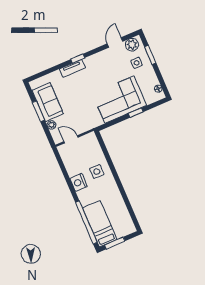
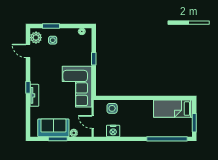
corner sofa: (119, 100) -> (77, 87), moved
door: (71, 139) -> (93, 122), hinge flipped
side table: (97, 172) -> (112, 108), moved
nightstand: (79, 182) -> (113, 131), moved
bed: (100, 224) -> (173, 109), moved

